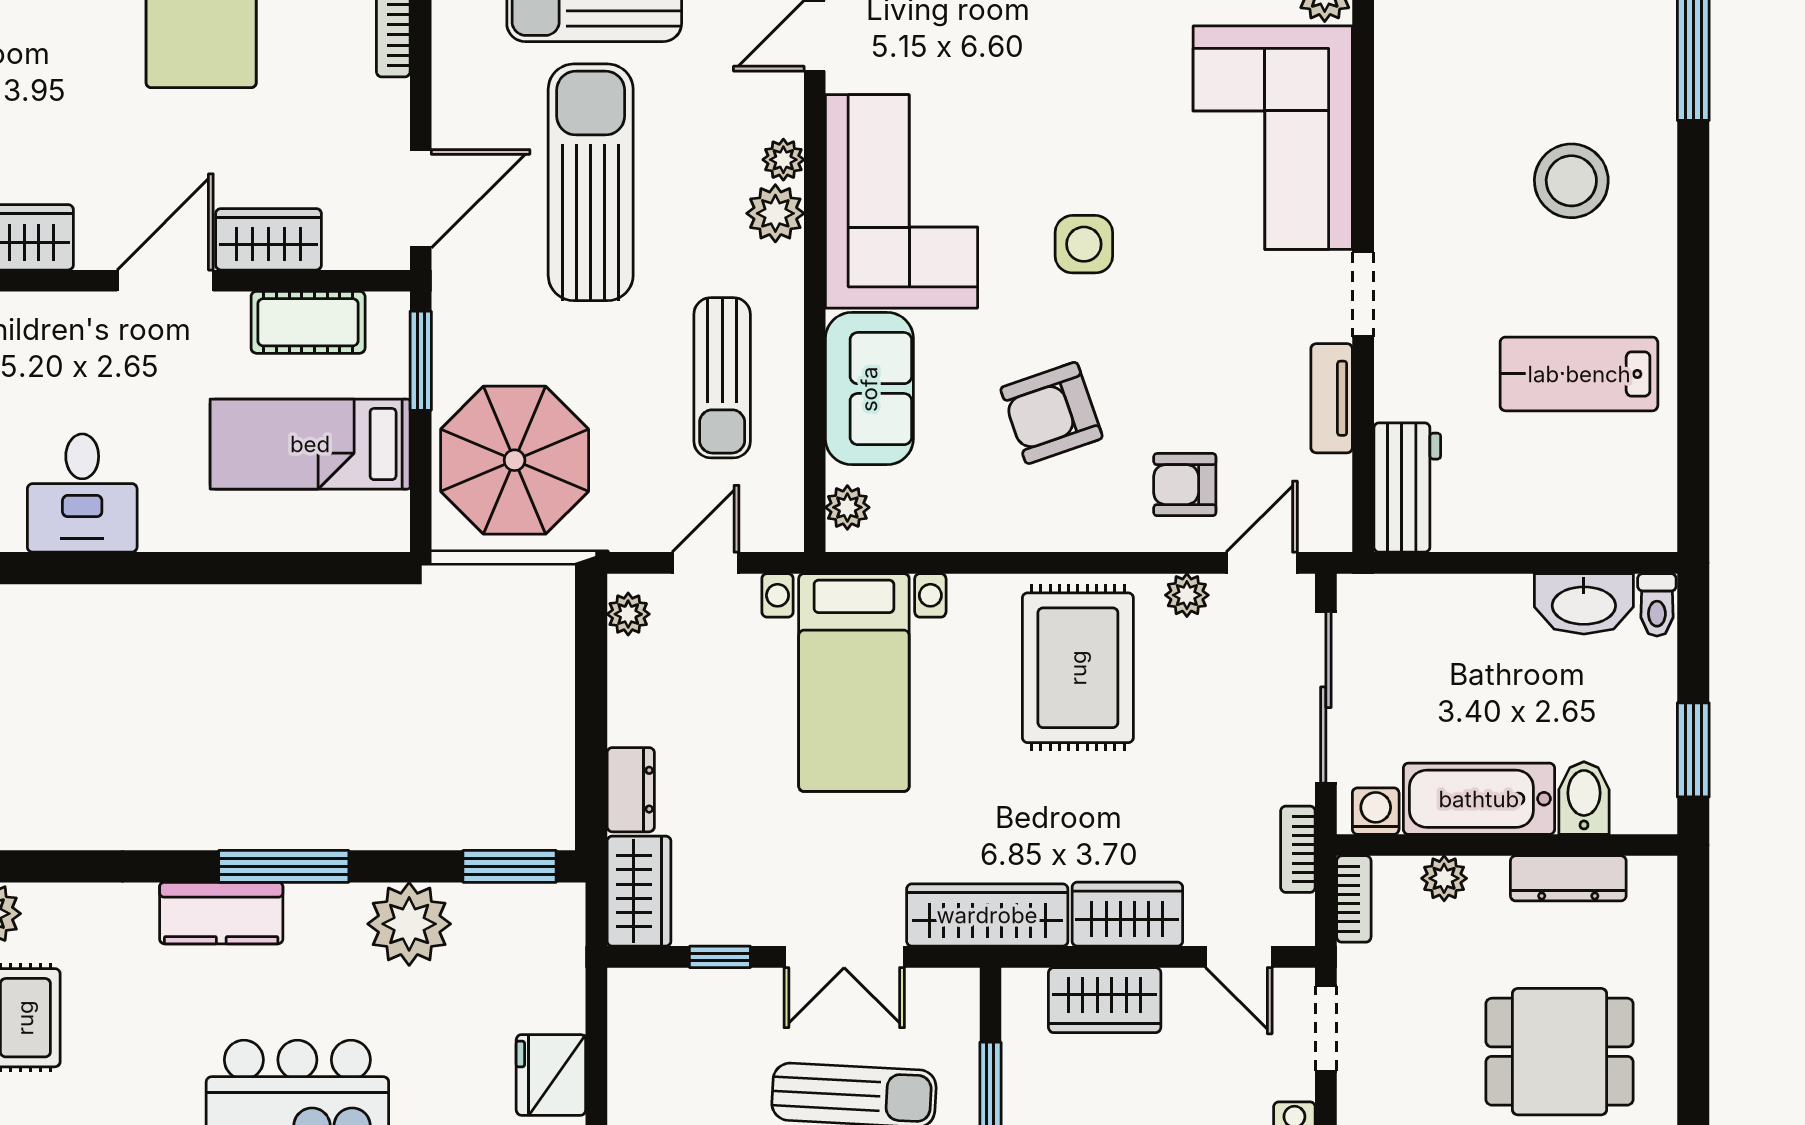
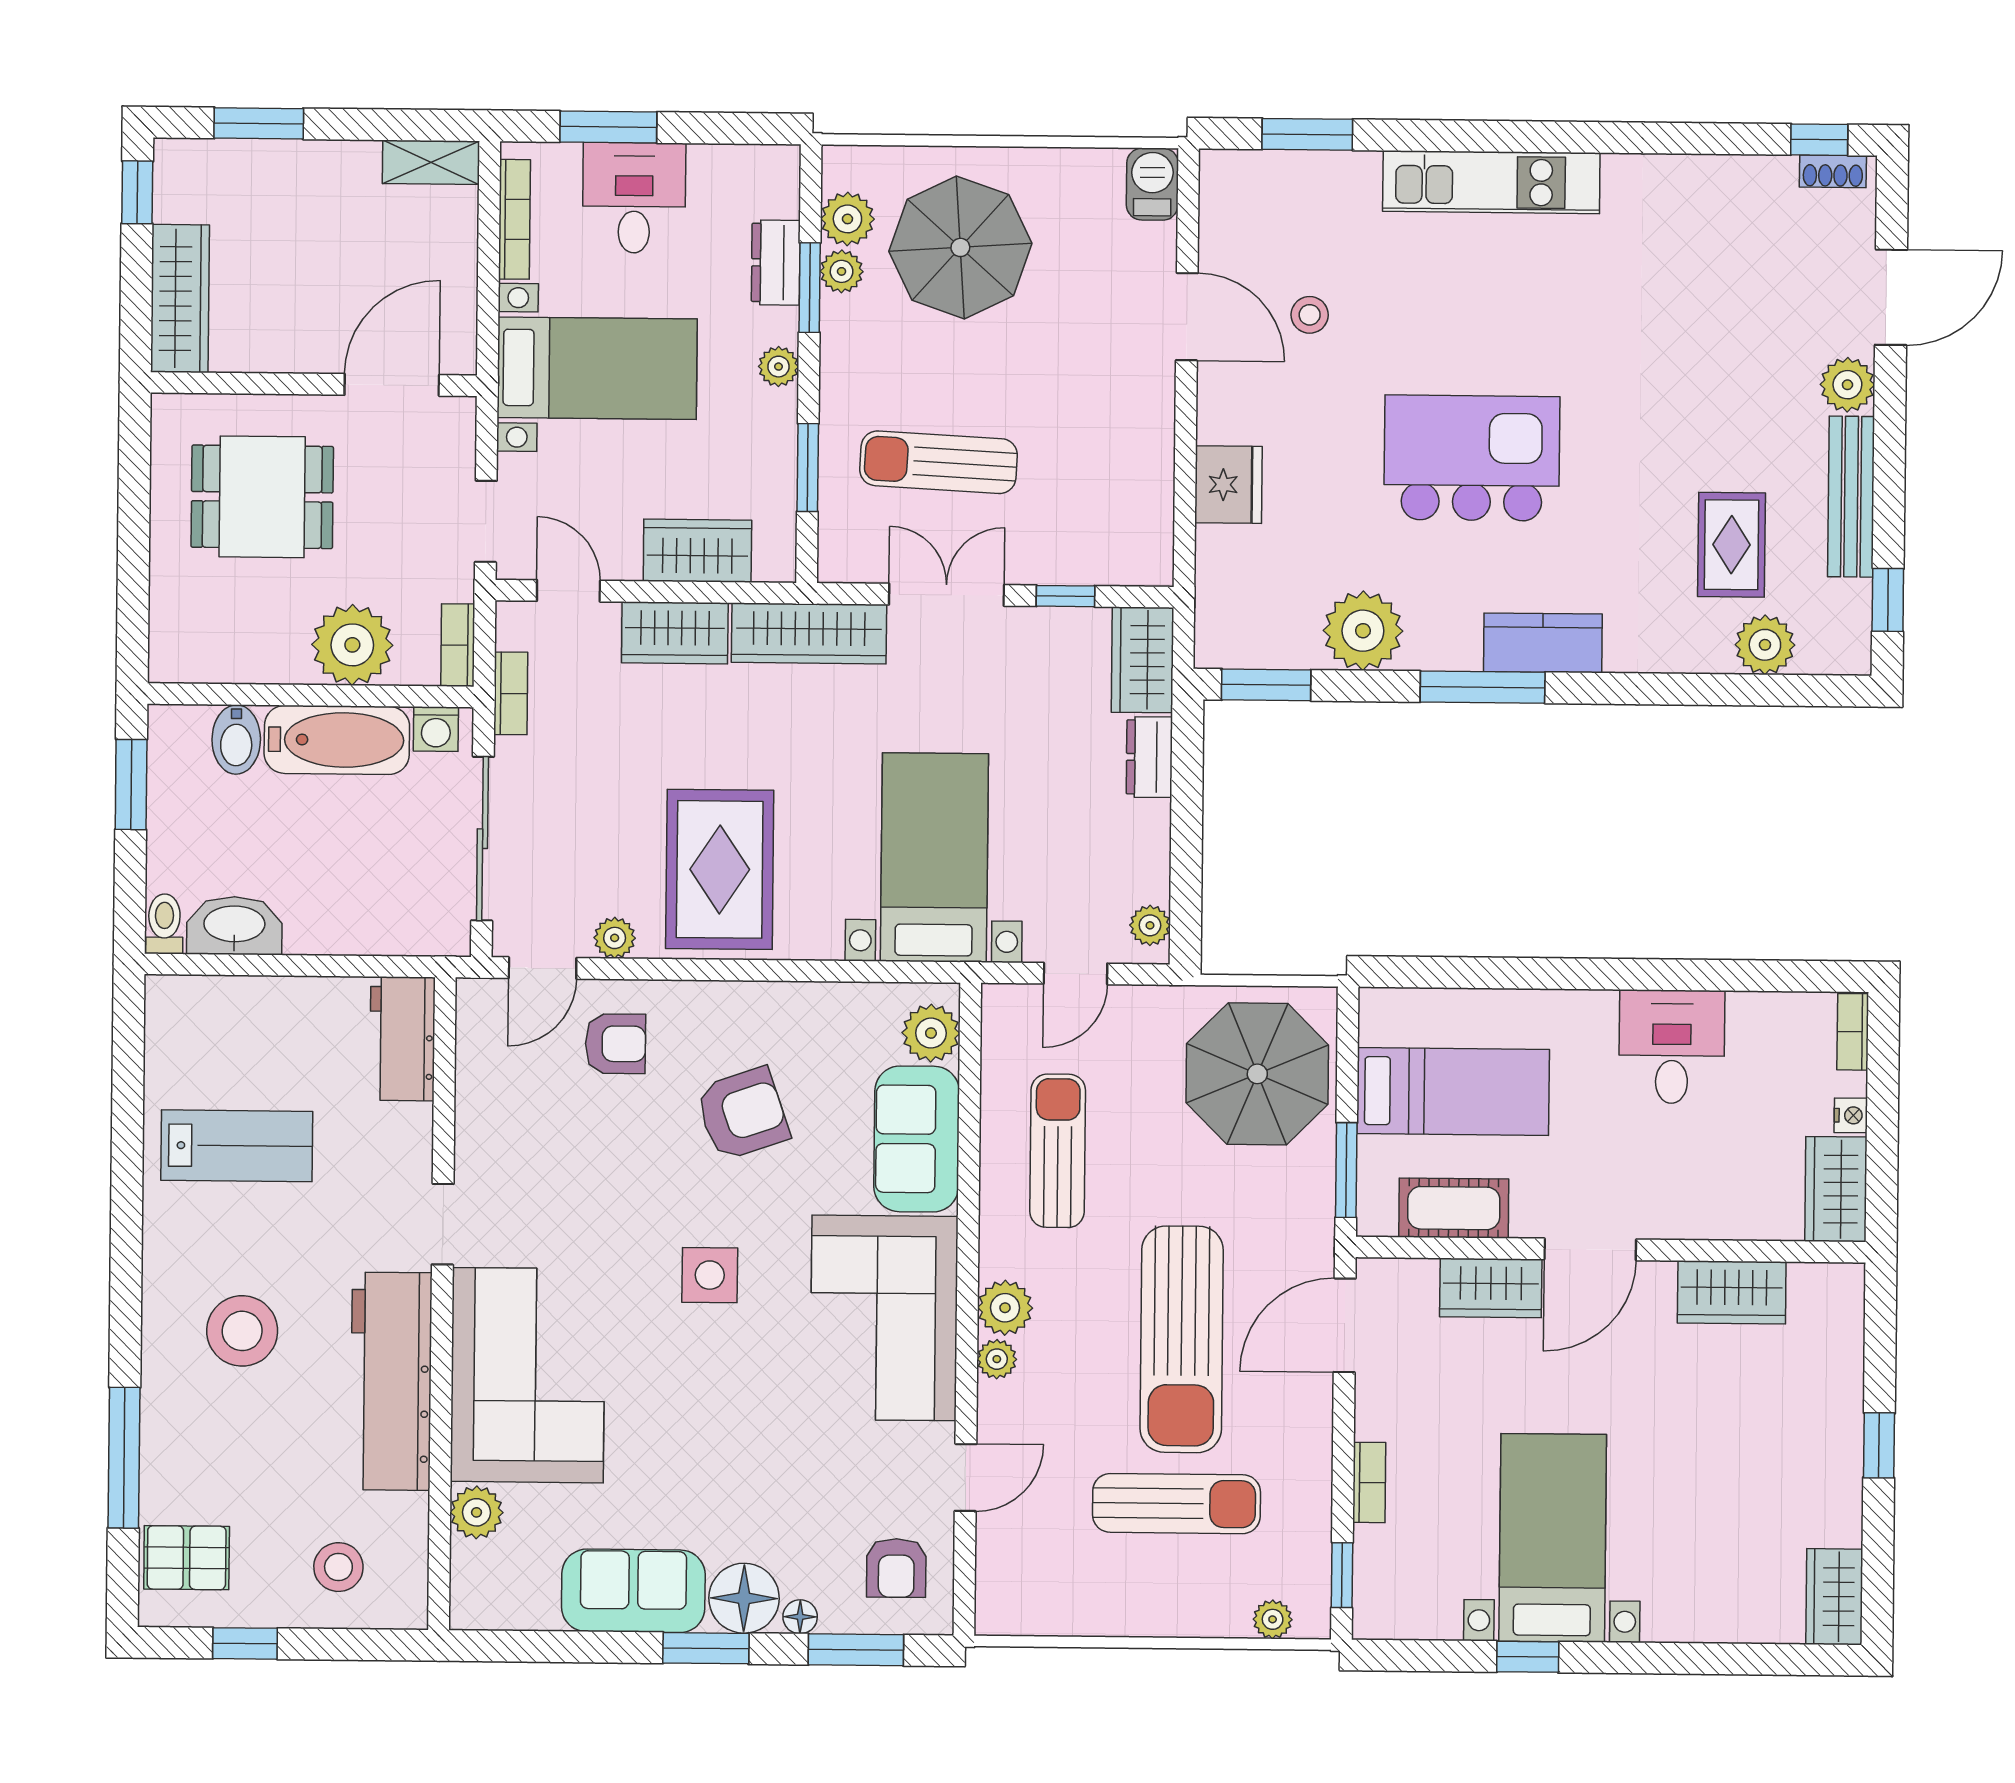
workbench: (1415, 130) -> (391, 1381), added
tv unit: (1332, 398) -> (474, 1125), removed
plant: (847, 507) -> (931, 1033), width x1.38, depth x1.38
plant: (1444, 878) -> (352, 645), width x1.88, depth x1.88
dresser: (1568, 878) -> (252, 663), removed

